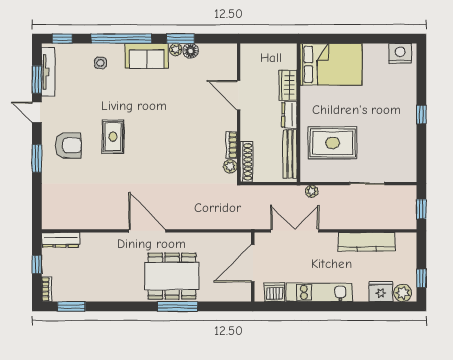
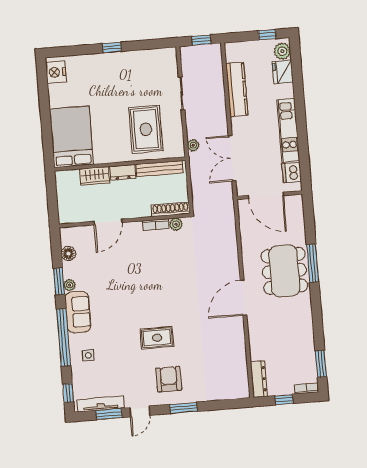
floor lamp: (191, 51) -> (68, 254), moved

